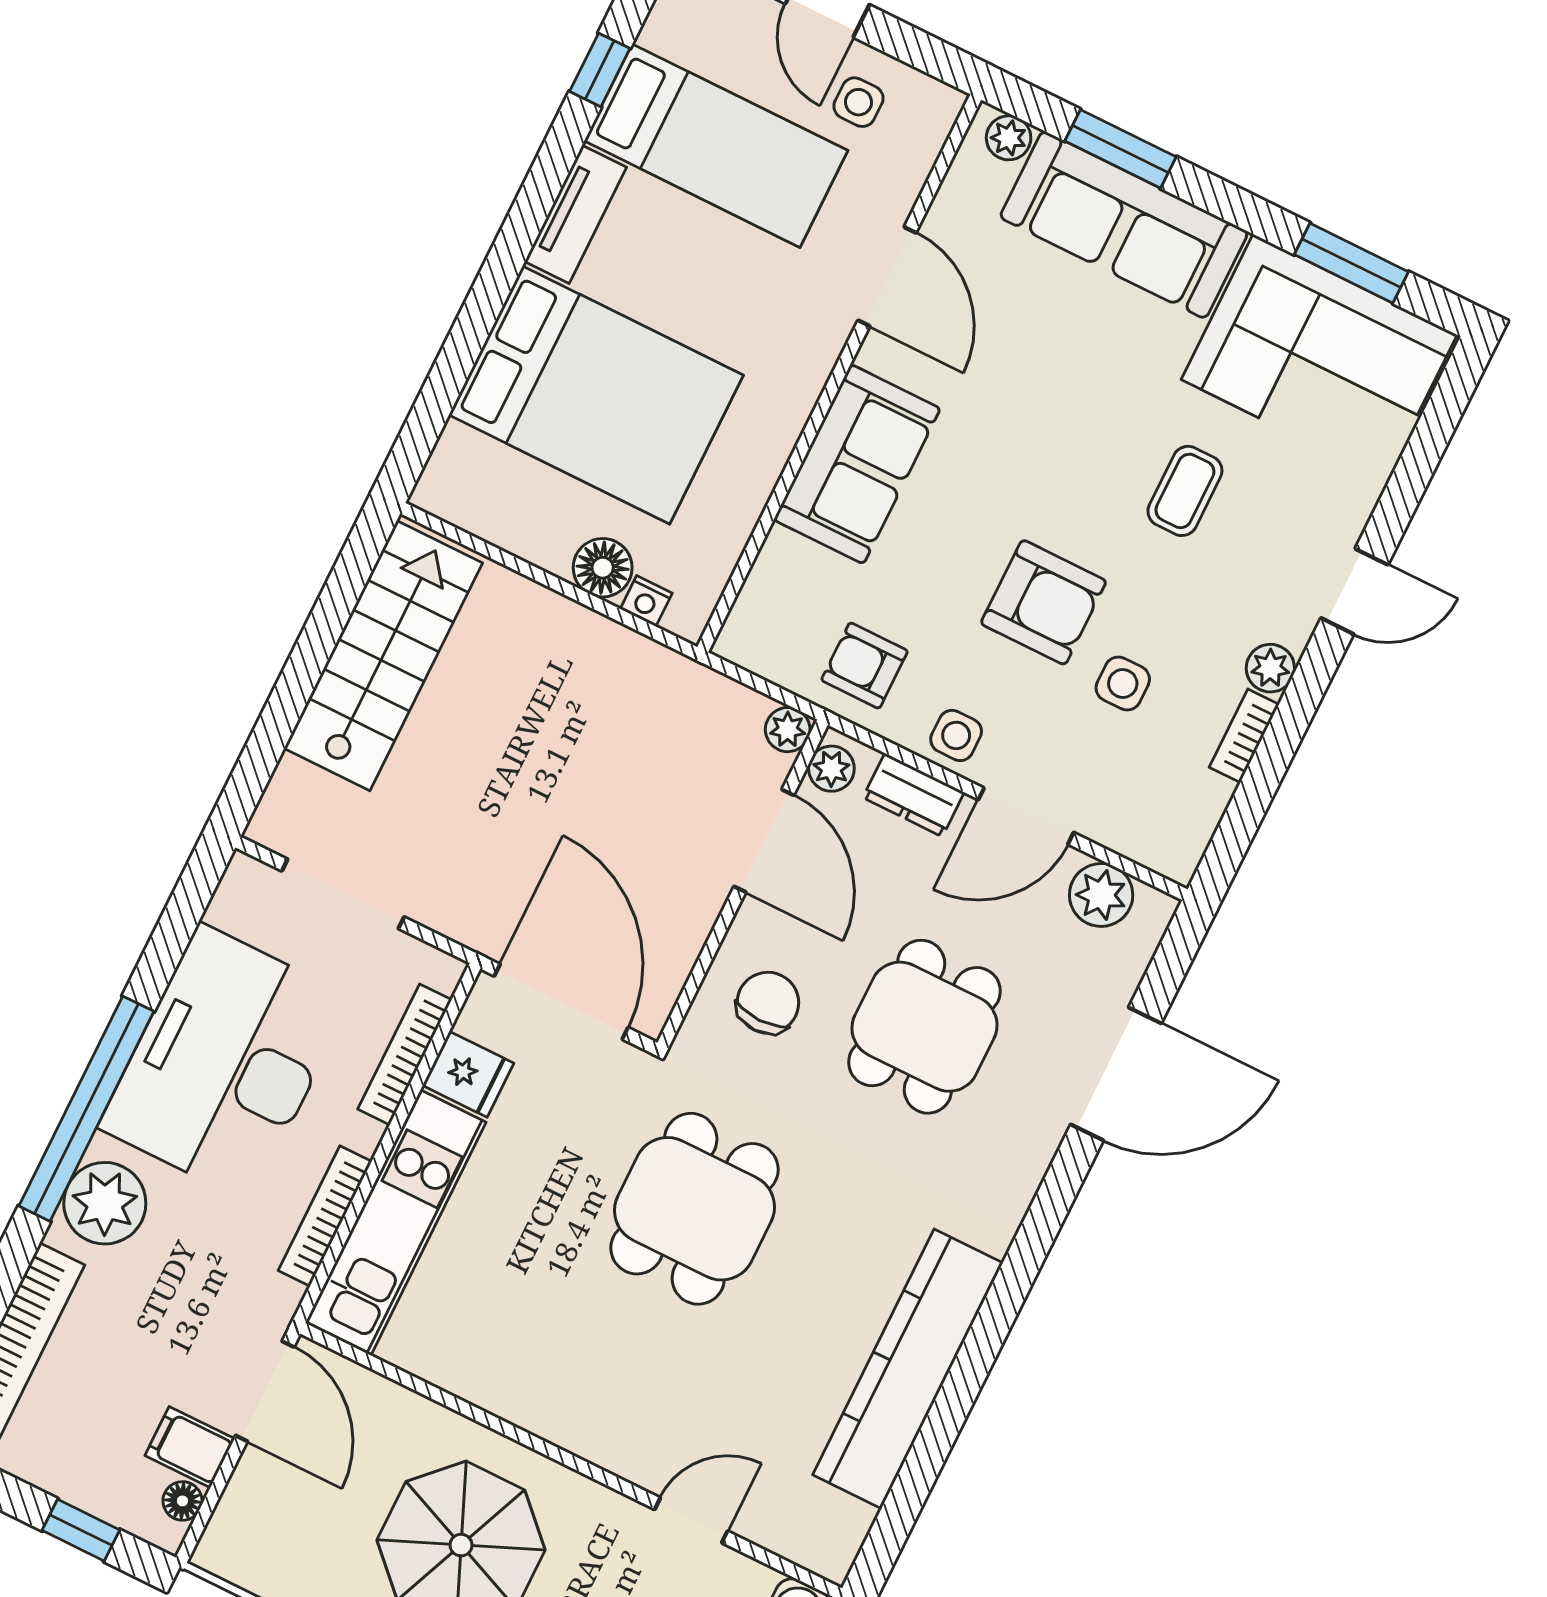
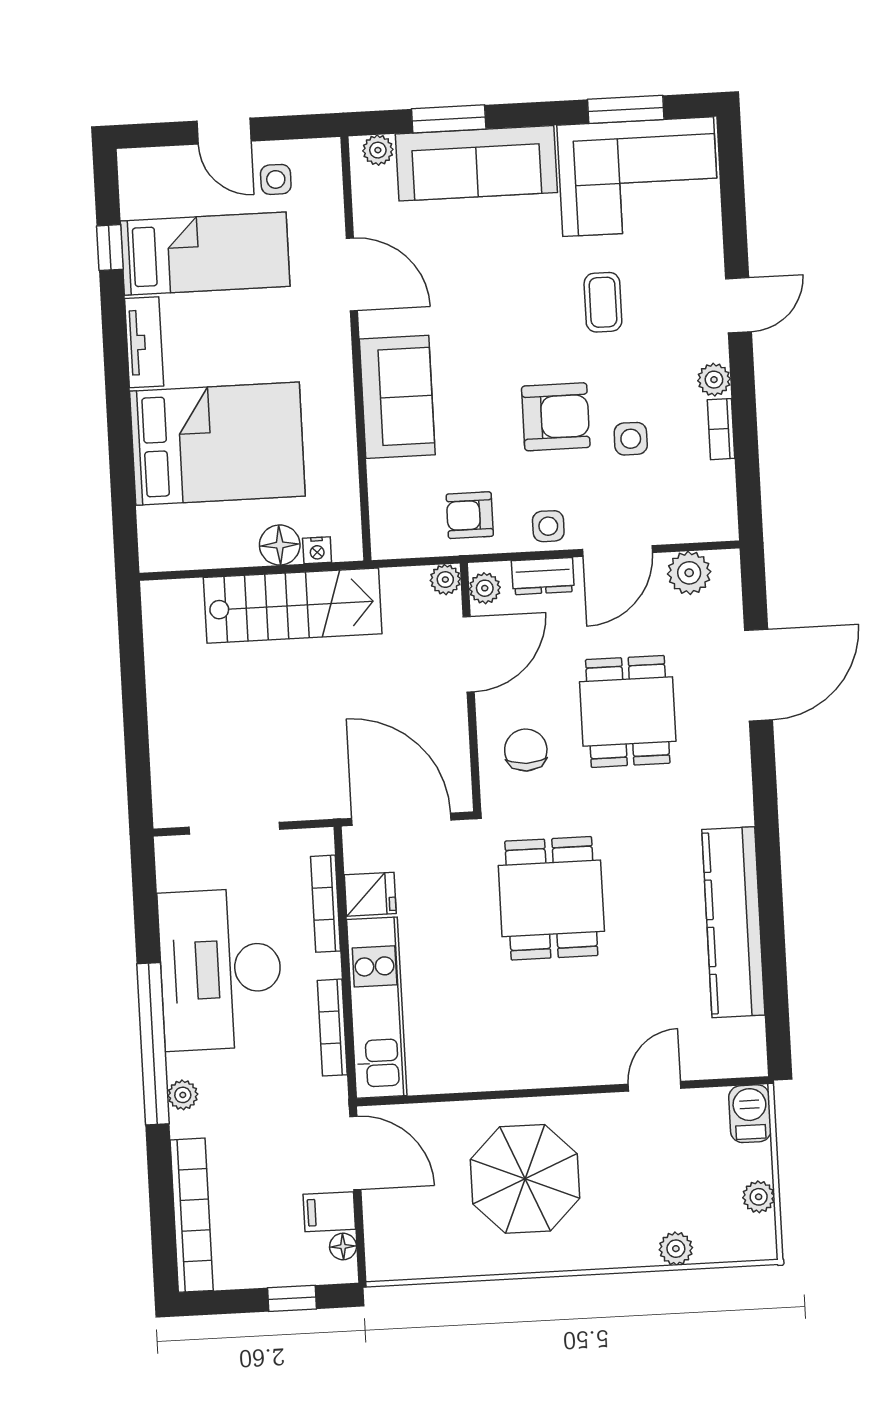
stairs: (383, 656) -> (293, 606), moved, turned 90
door: (764, 841) -> (469, 654), hinge flipped
plant: (105, 1203) -> (183, 1095), width x0.53, depth x0.53

